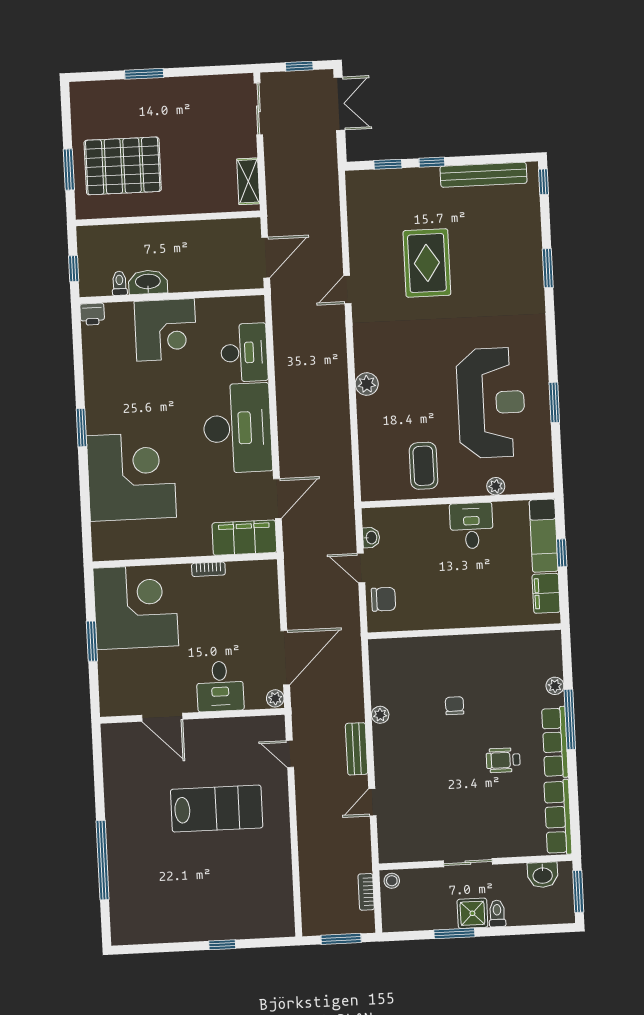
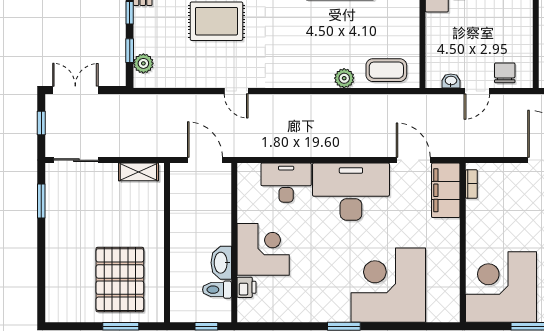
window: (144, 74) -> (41, 201), moved
plant: (374, 181) -> (143, 63), added
toilet: (119, 283) -> (217, 290), width x1.37, depth x1.39
printer: (92, 314) -> (247, 287), moved
plant: (367, 384) -> (344, 78), moved
coffee table: (423, 466) -> (386, 70), moved
bookcase: (208, 569) -> (471, 184), moved

